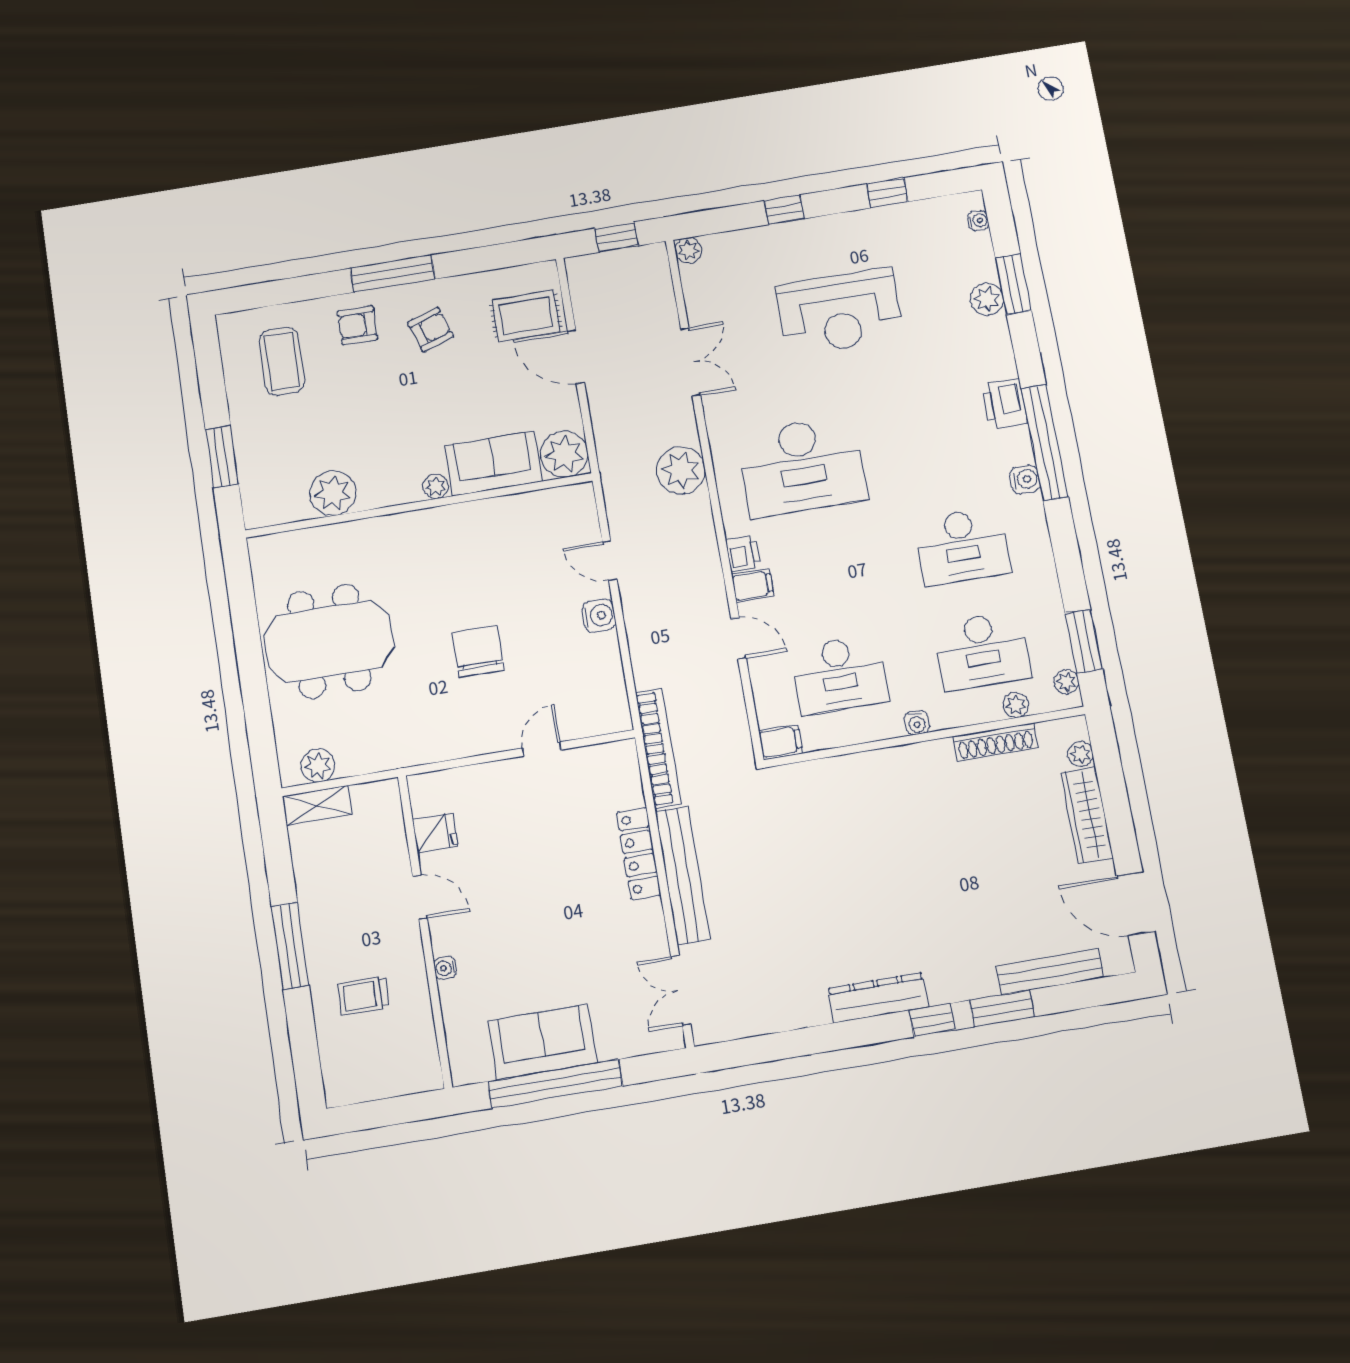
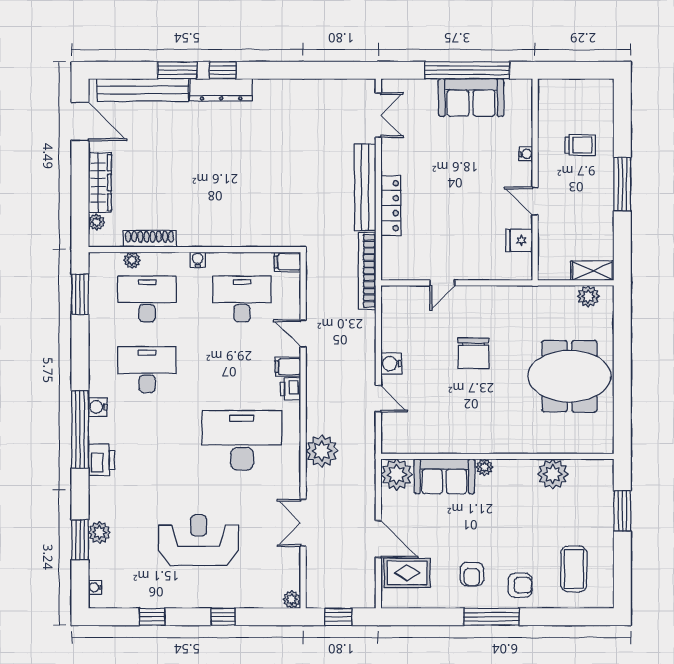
armchair: (431, 329) -> (472, 574), turned -71
plant: (1066, 682) -> (96, 270), removed
bench: (1050, 972) -> (143, 90), width x1.37, depth x1.21
dresser: (878, 998) -> (221, 90), moved

